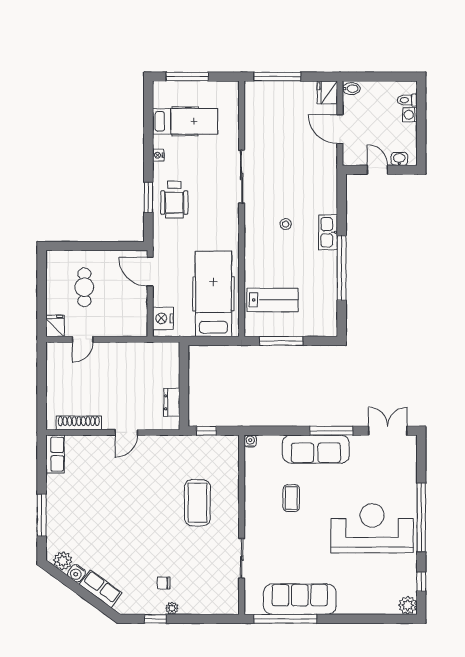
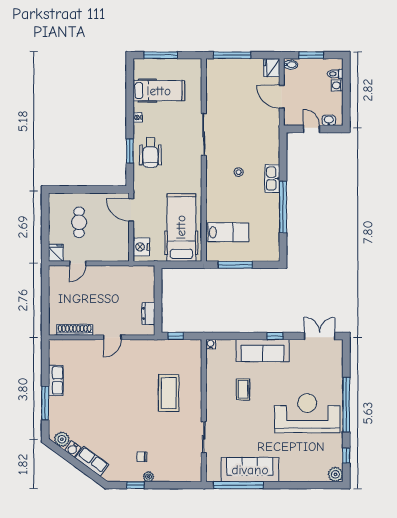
window: (377, 77) -> (311, 55), added
window: (331, 431) -> (275, 336), width x0.46
row of seats: (55, 454) -> (56, 380), moved

